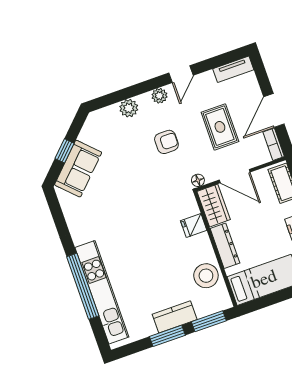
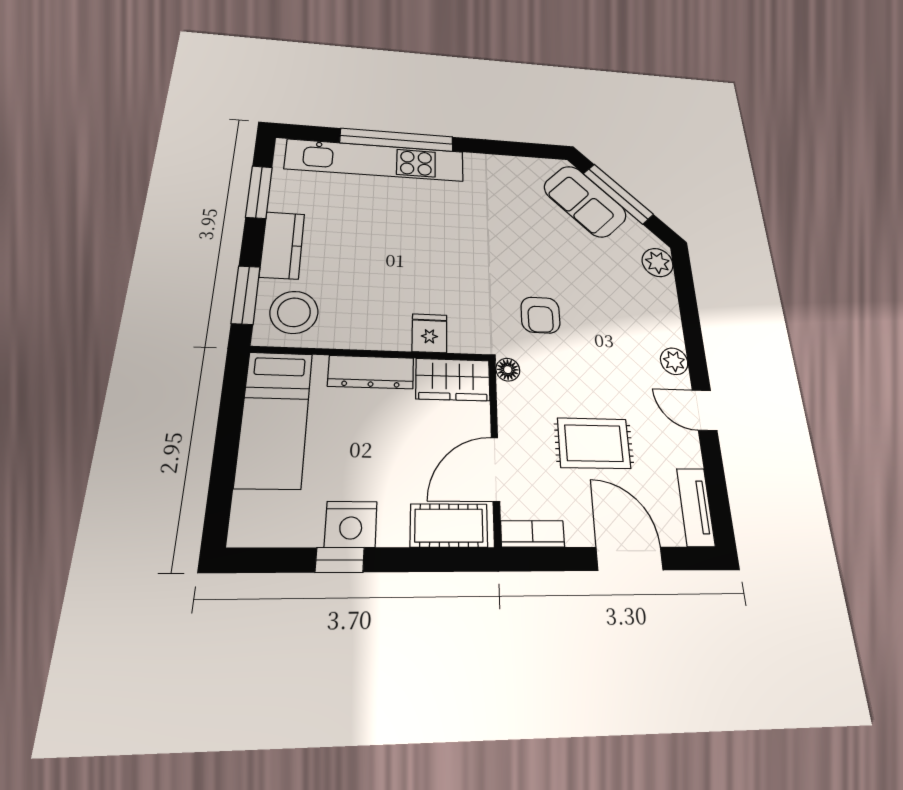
plant: (129, 108) -> (658, 262), moved
door: (274, 110) -> (630, 559), moved
armchair: (166, 142) -> (540, 315), moved
window: (64, 151) -> (618, 194), width x2.17
door: (235, 176) -> (495, 469), moved
stool: (206, 276) -> (294, 312), moved
window: (167, 336) -> (259, 192), moved

